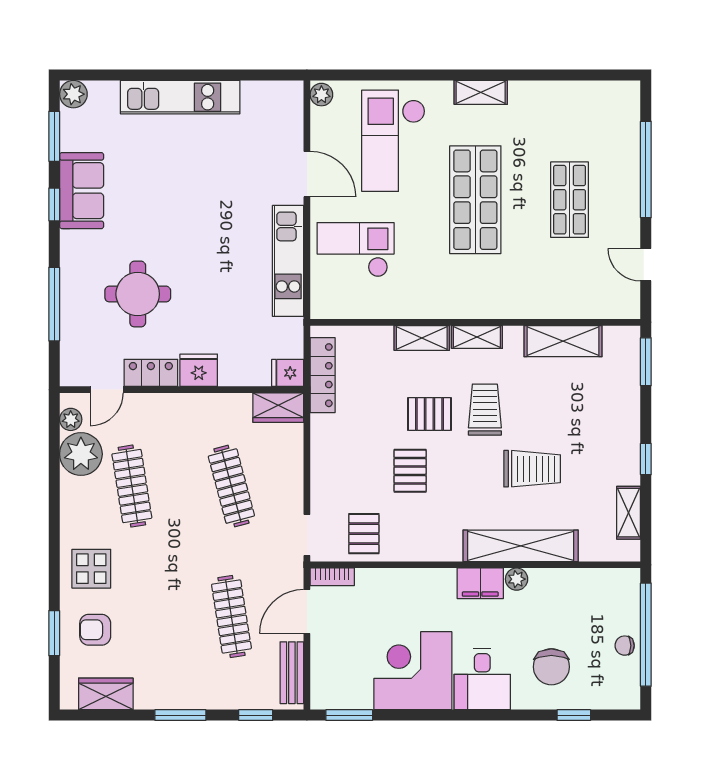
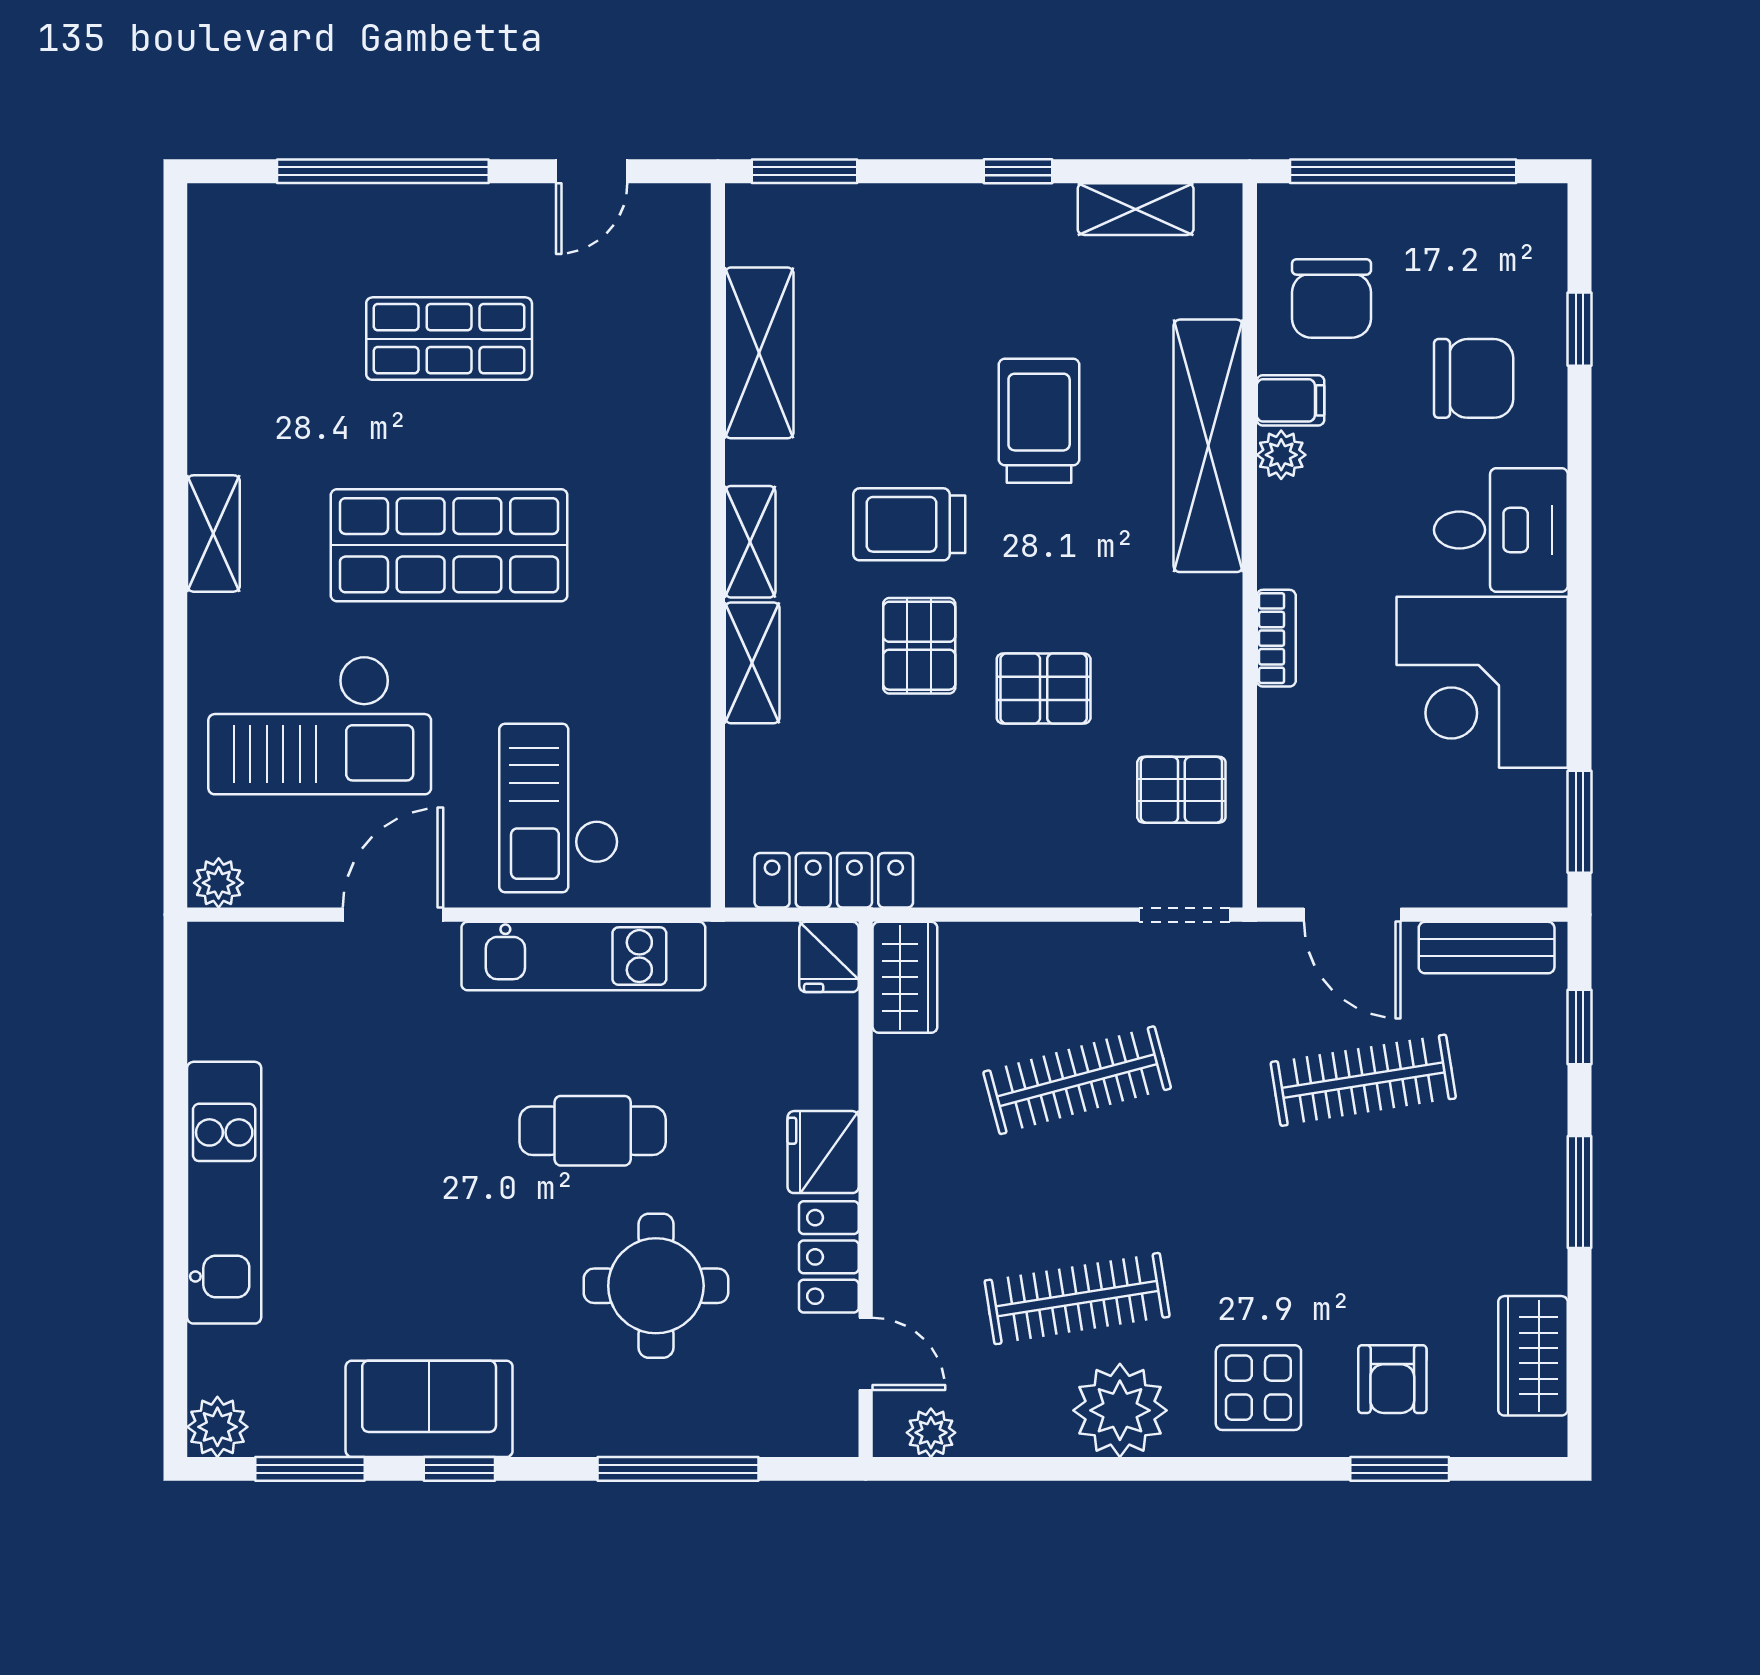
cafe table: (208, 265) -> (593, 1131), added
plant: (81, 454) -> (1120, 1410), moved
bookcase: (332, 577) -> (1276, 638), moved
filing cabinet: (480, 583) -> (1291, 400), moved, width x0.50
chair: (625, 646) -> (1331, 298), moved, width x1.87, depth x1.87

